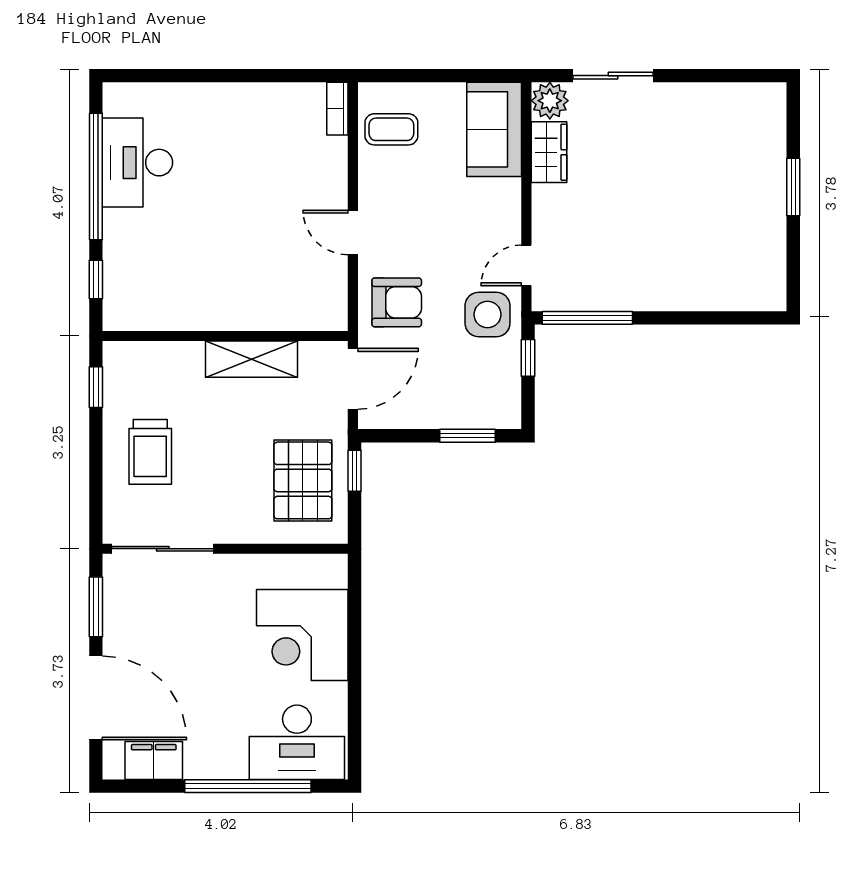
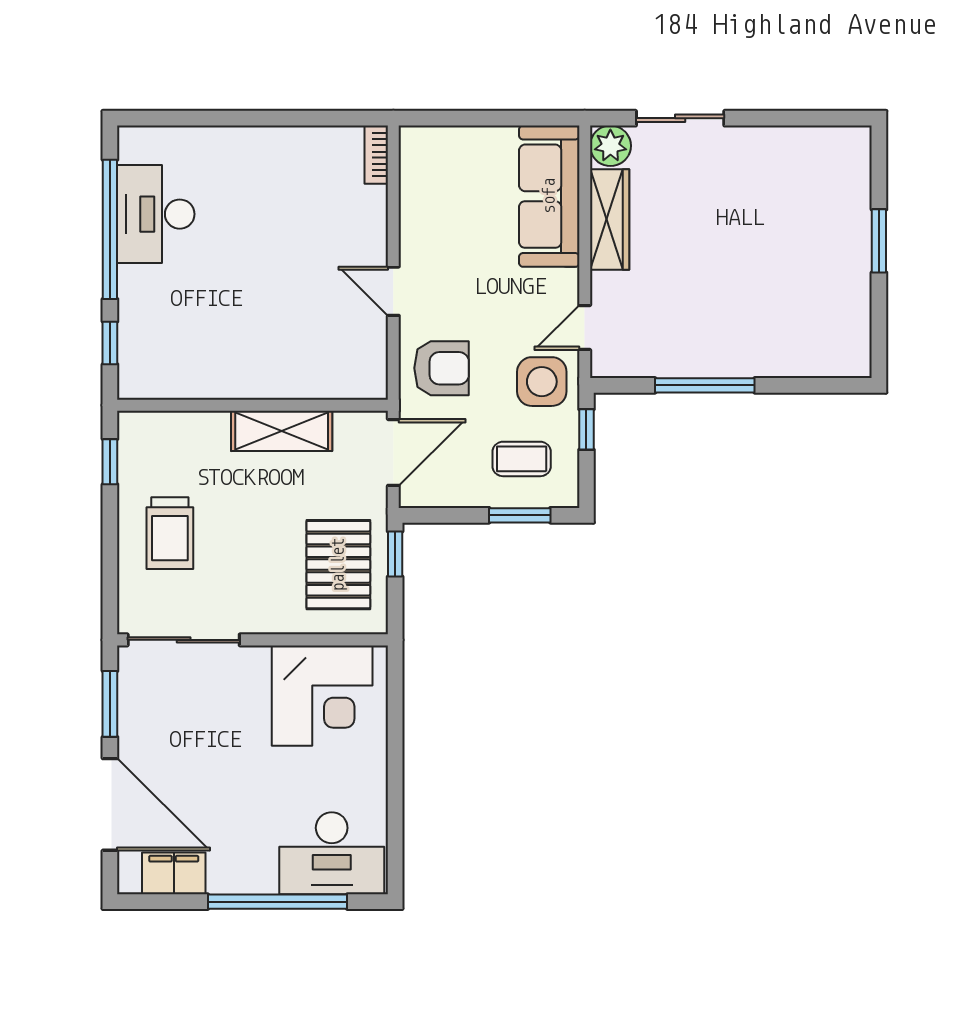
coffee table: (391, 129) -> (522, 459), moved
sofa: (494, 129) -> (549, 196), width x1.36
wardrobe: (549, 152) -> (610, 219), width x1.50
window: (587, 318) -> (705, 385), moved
corner desk: (302, 635) -> (322, 696), moved, turned -90

